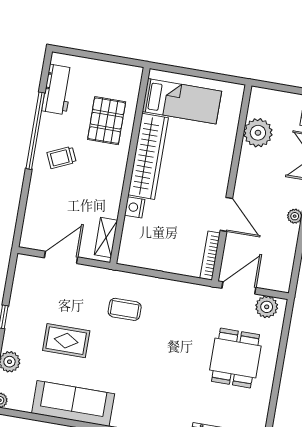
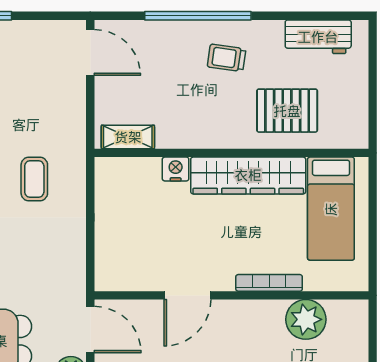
window: (35, 131) -> (198, 16), moved
trolley: (62, 157) -> (227, 58), turned -58
bookcase: (210, 256) -> (269, 283), moved
door: (61, 257) -> (90, 52), moved

